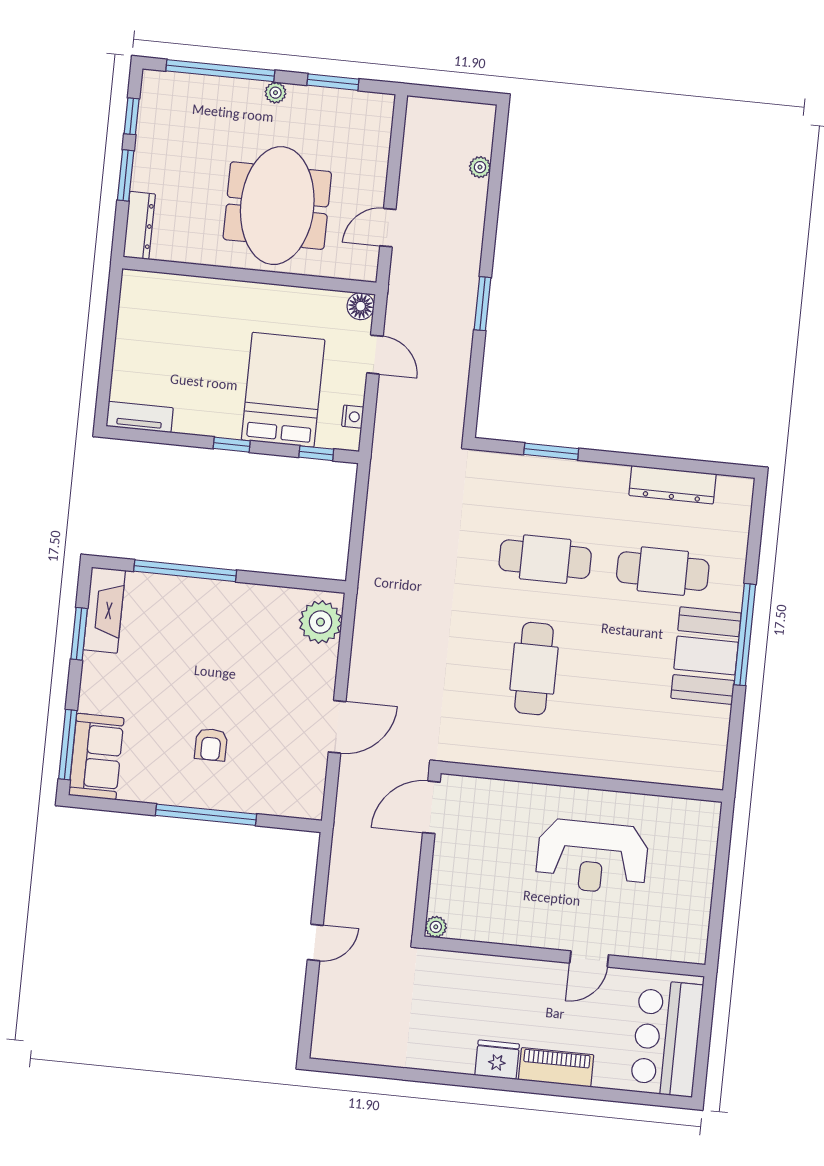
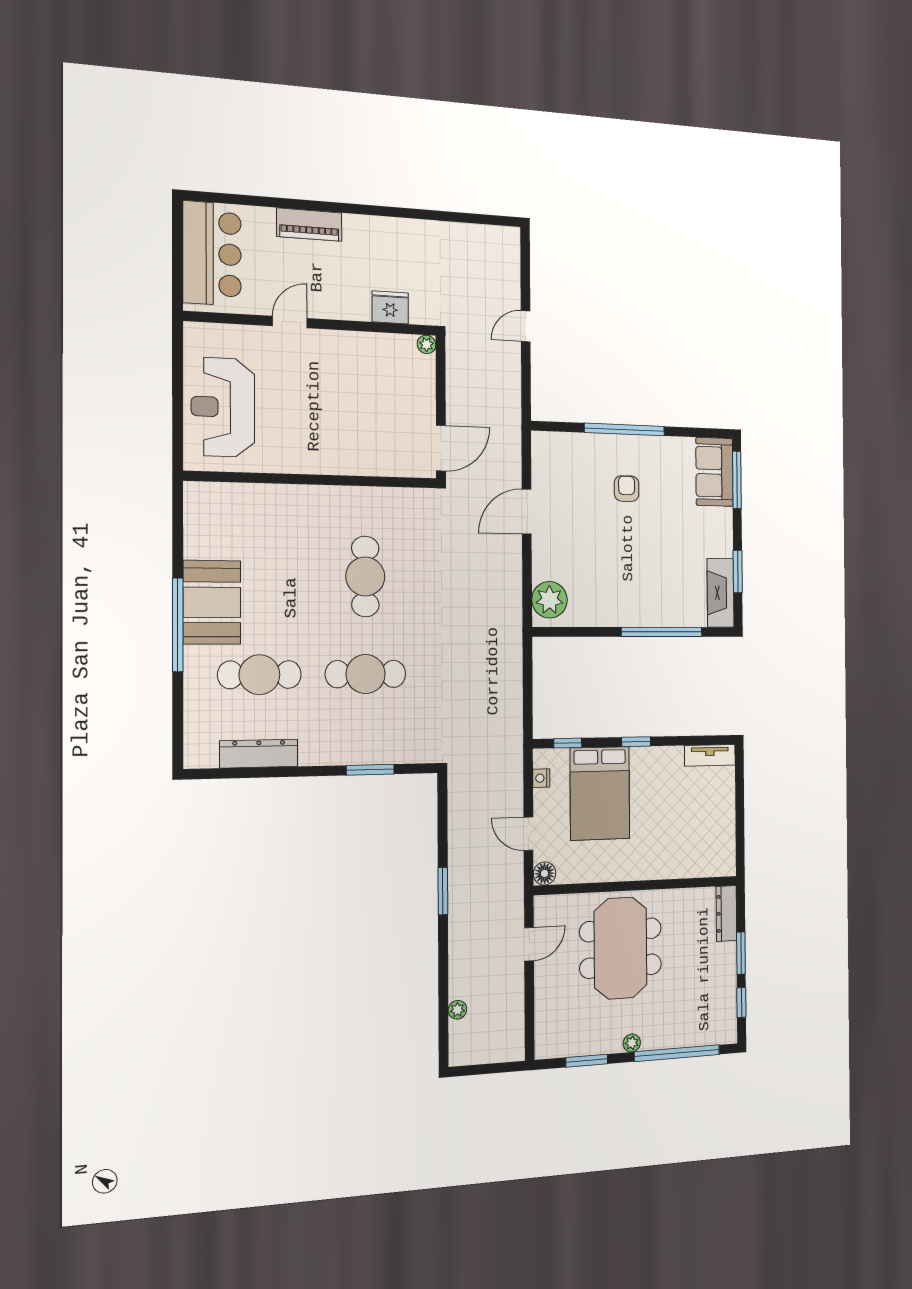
reception desk: (592, 857) -> (223, 407), moved, turned -90
fridge: (497, 1060) -> (390, 307), moved, turned 180

